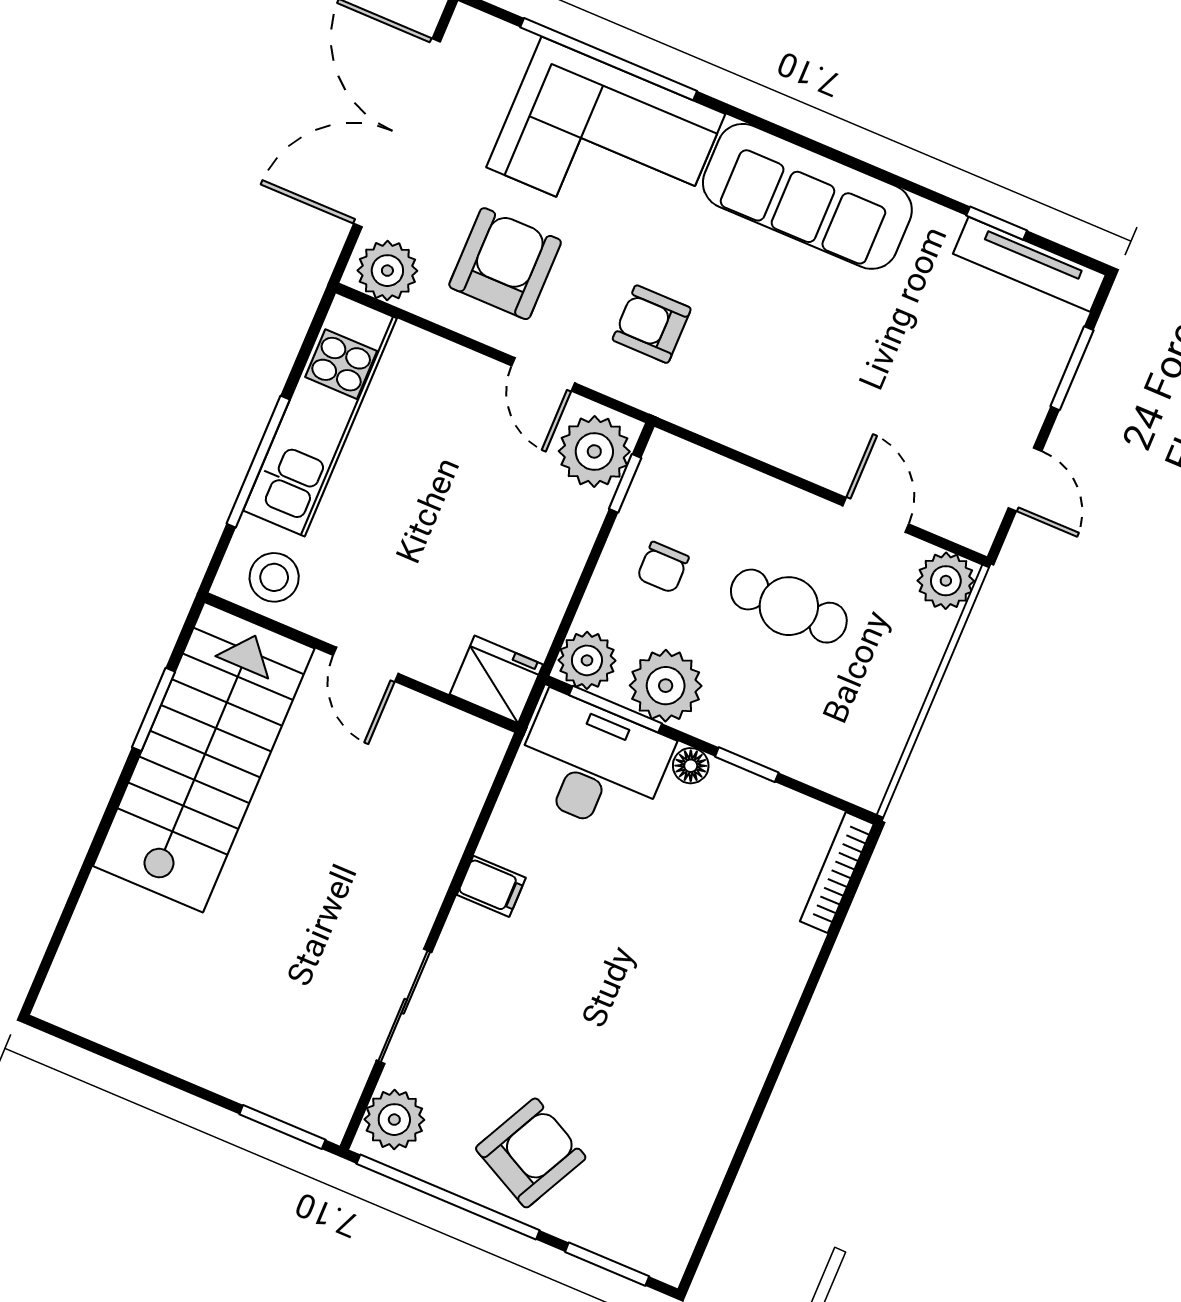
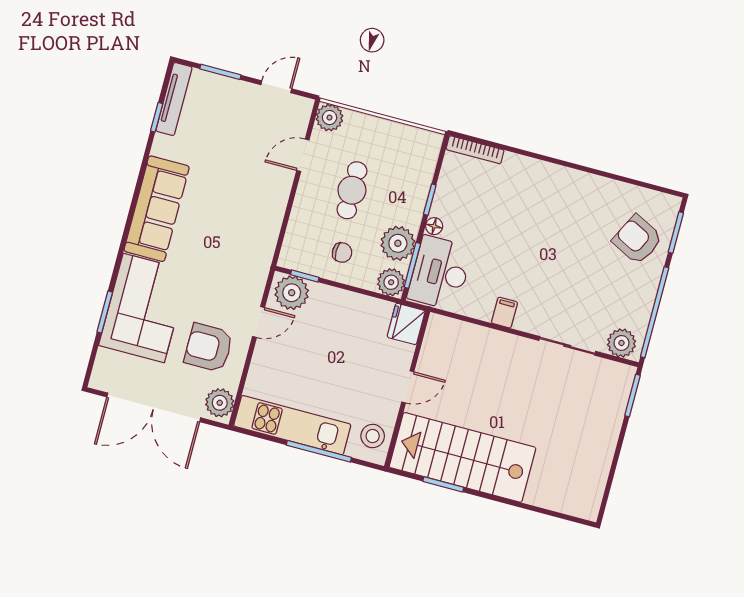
window: (609, 59) -> (105, 312), width x0.47
armchair: (652, 324) -> (227, 274), removed
armchair: (531, 1153) -> (637, 239), moved

